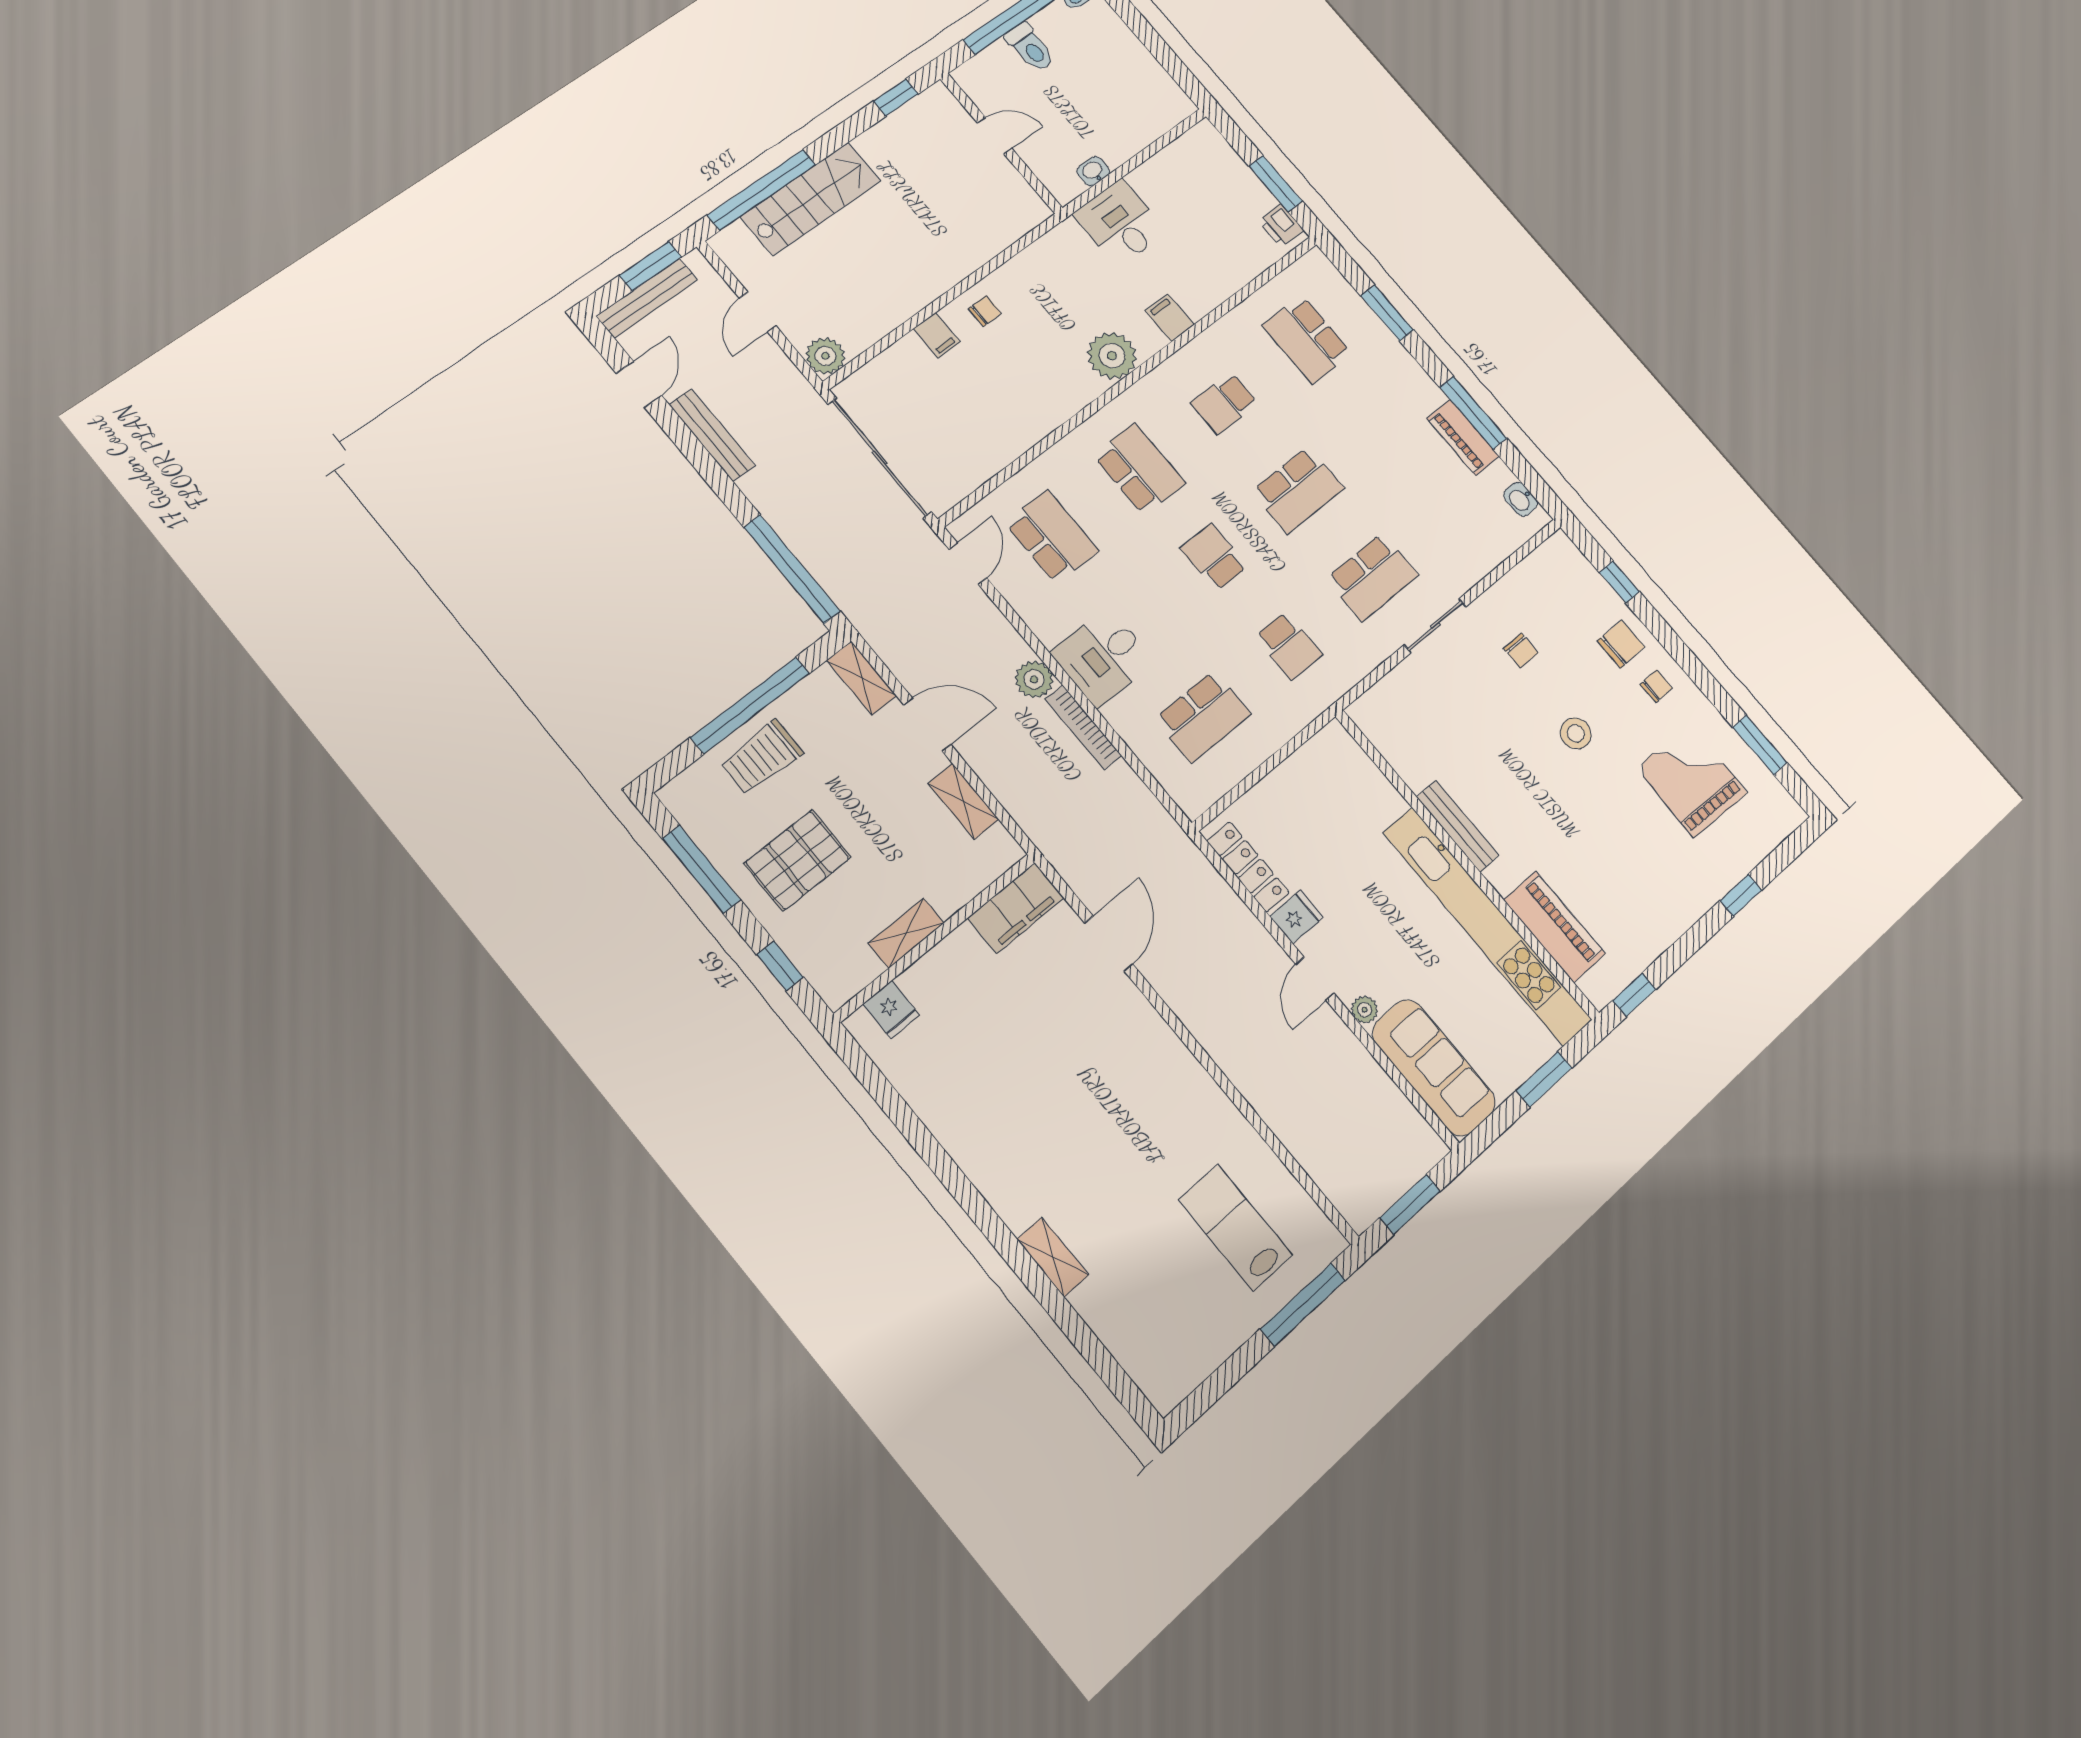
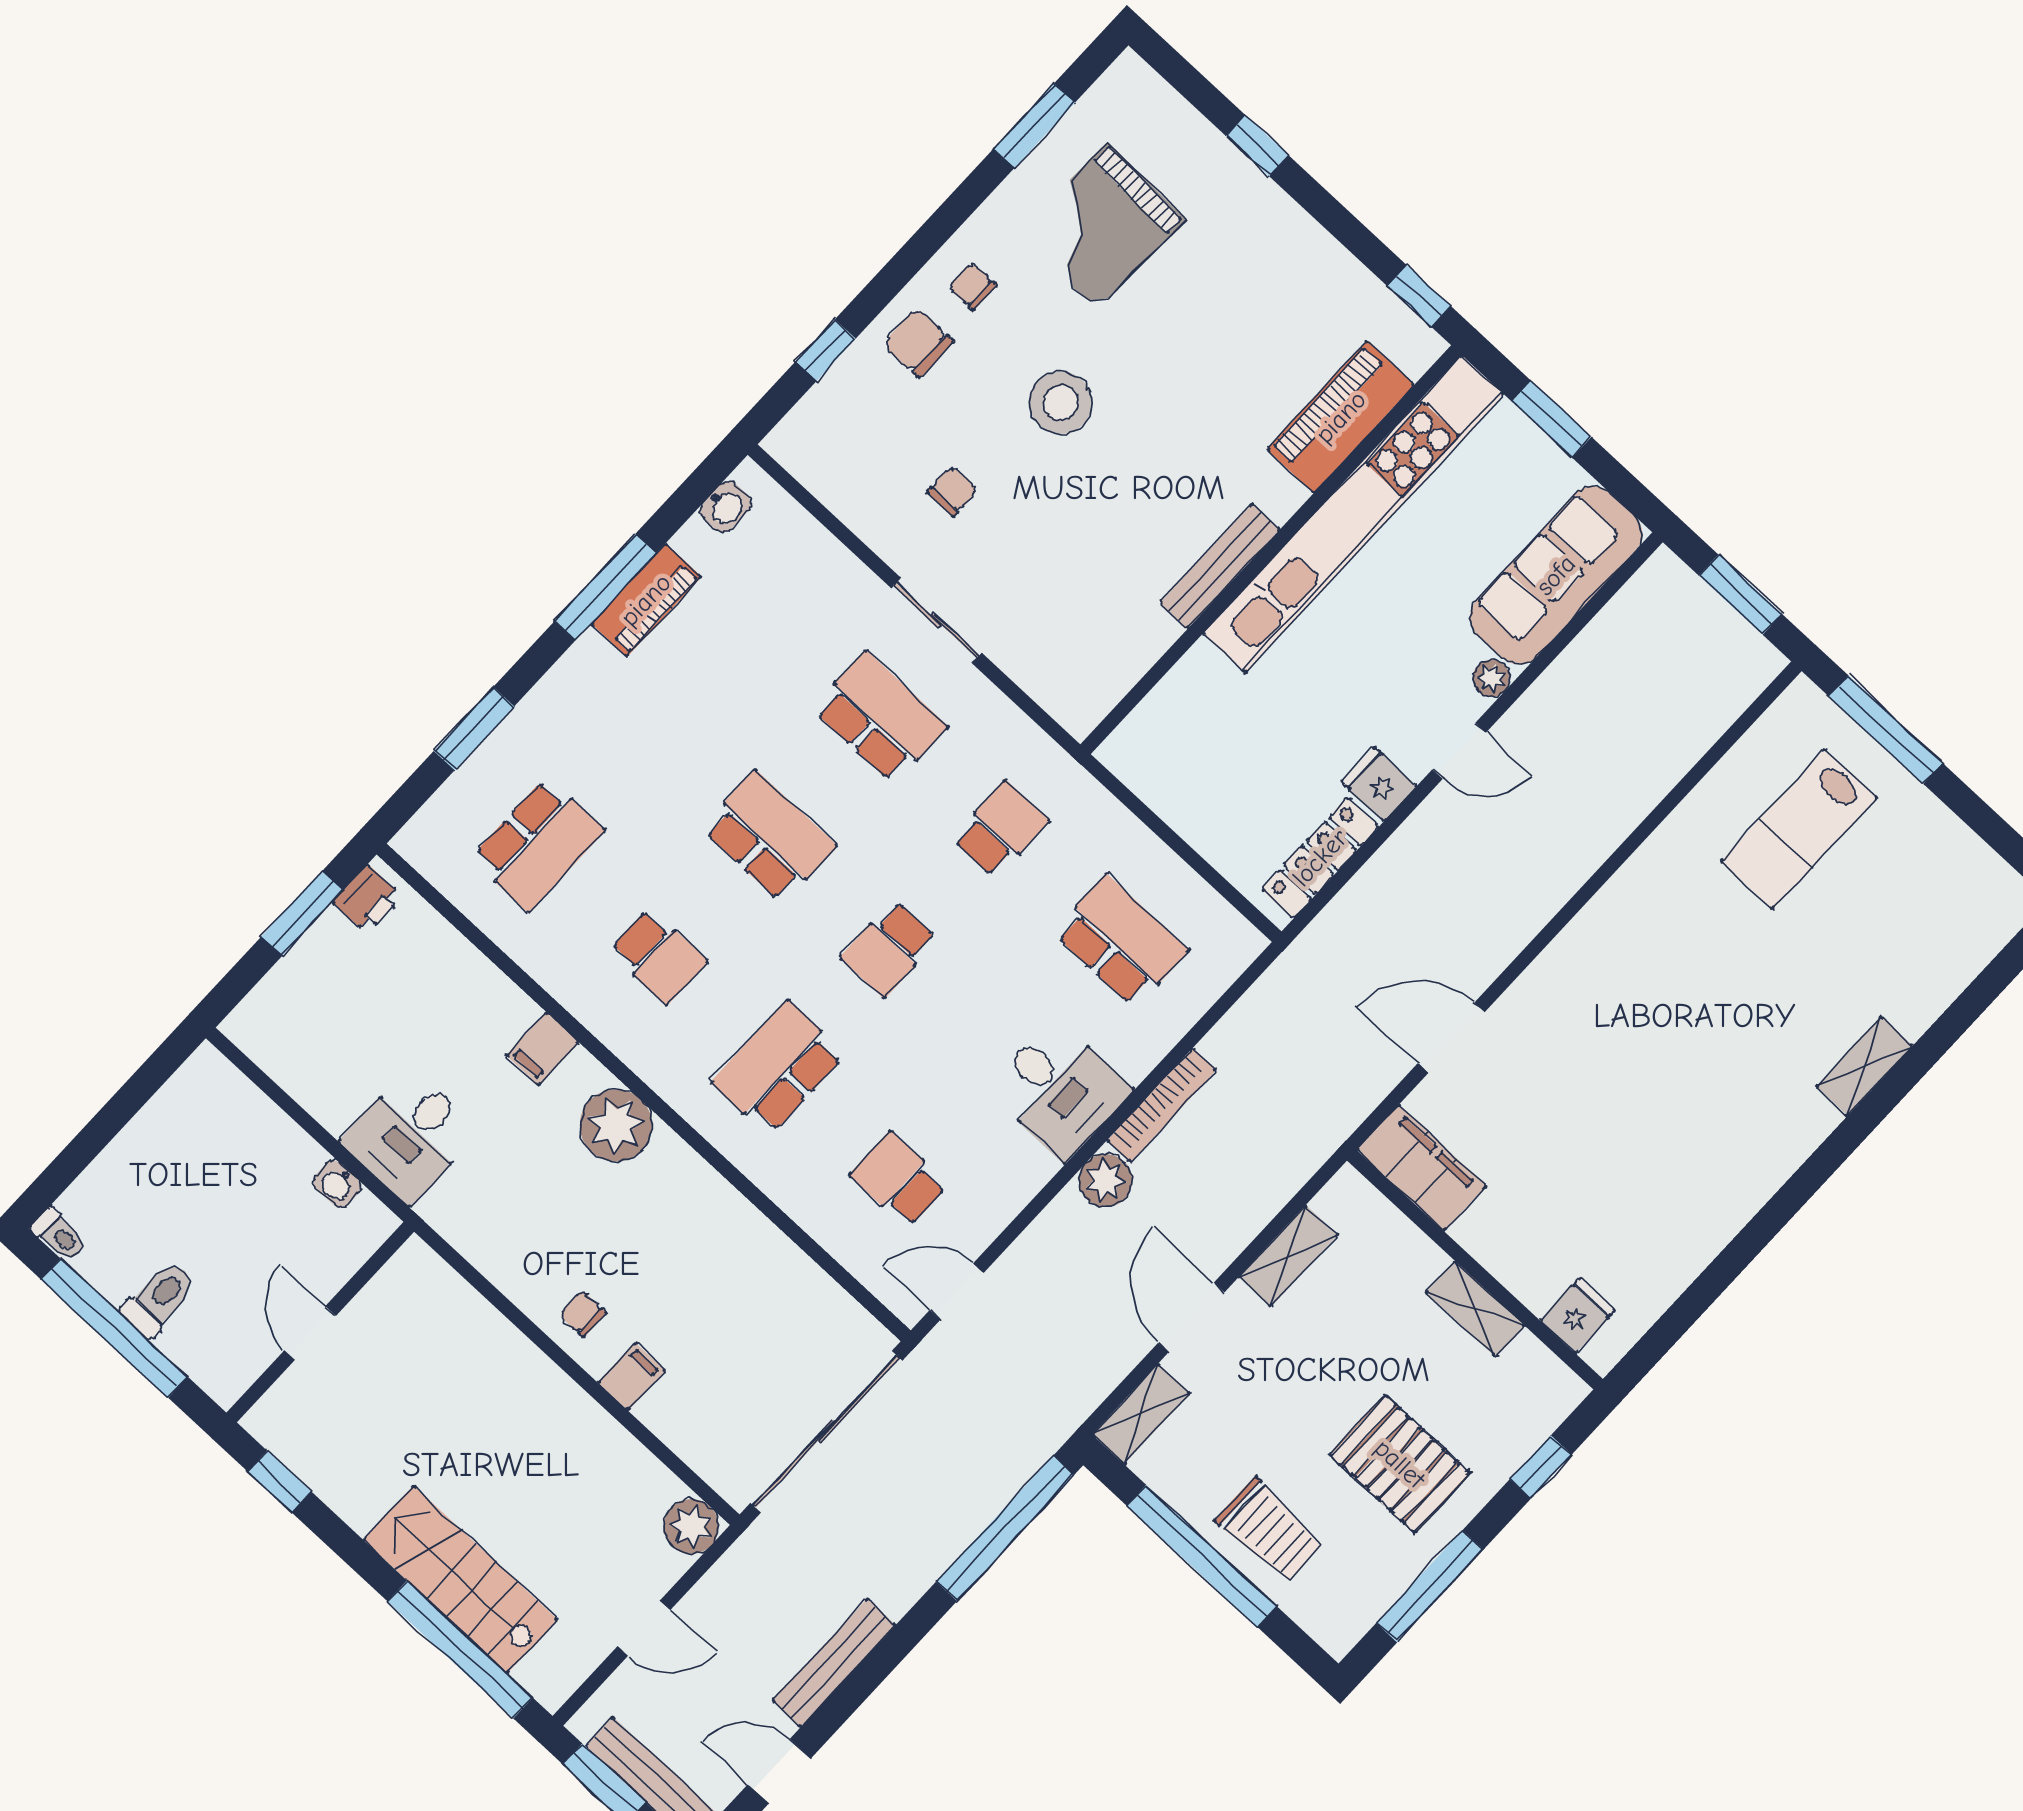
school desk: (1052, 537) -> (899, 1180), width x0.54
stool: (1576, 733) -> (1061, 403), width x1.38, depth x1.38

